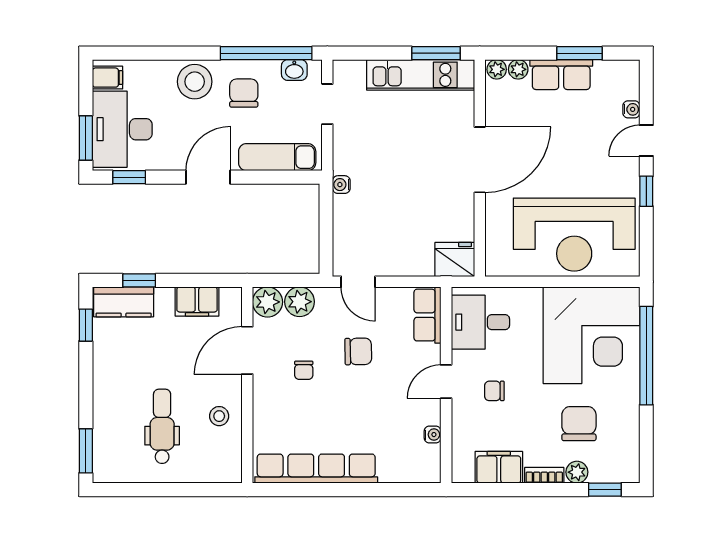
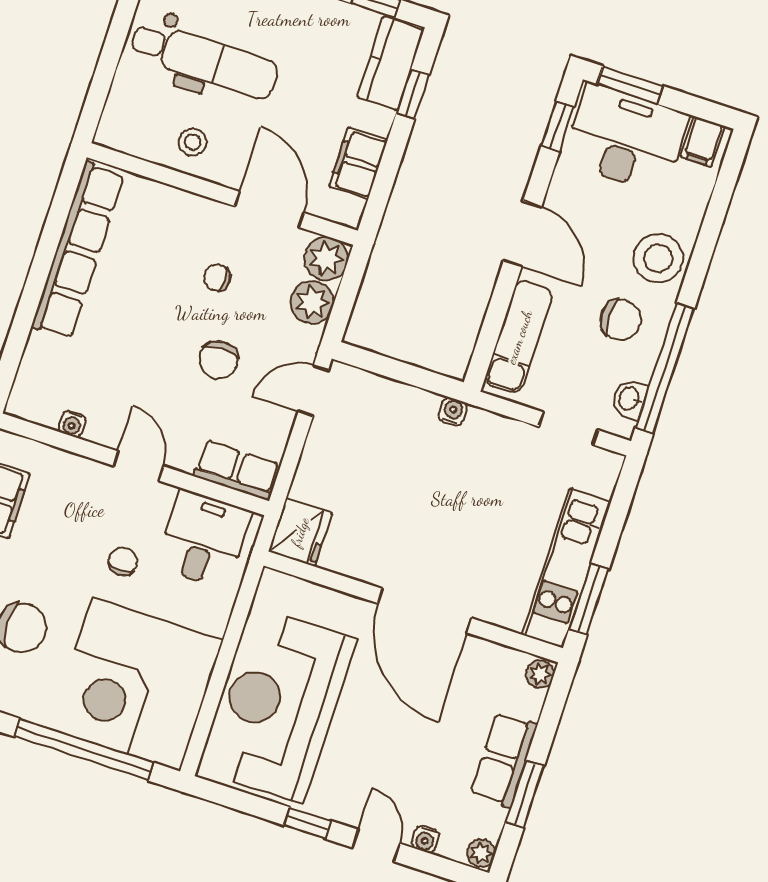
plant: (518, 69) -> (481, 853), moved
chair: (494, 391) -> (123, 562), moved
dental chair: (162, 426) -> (204, 60), width x1.36, depth x1.38

